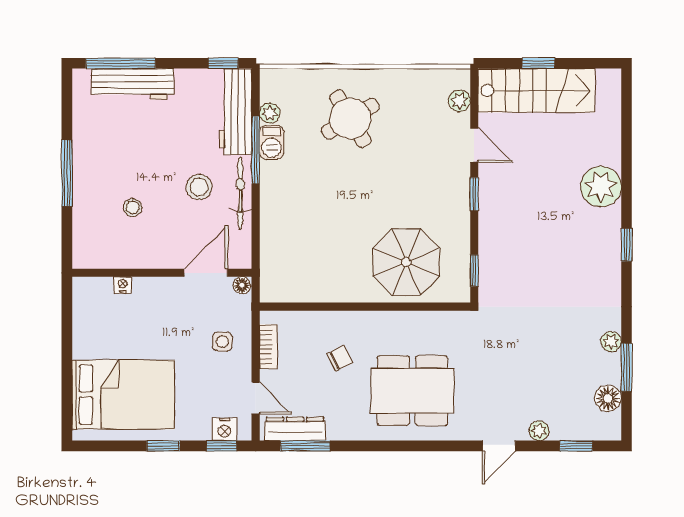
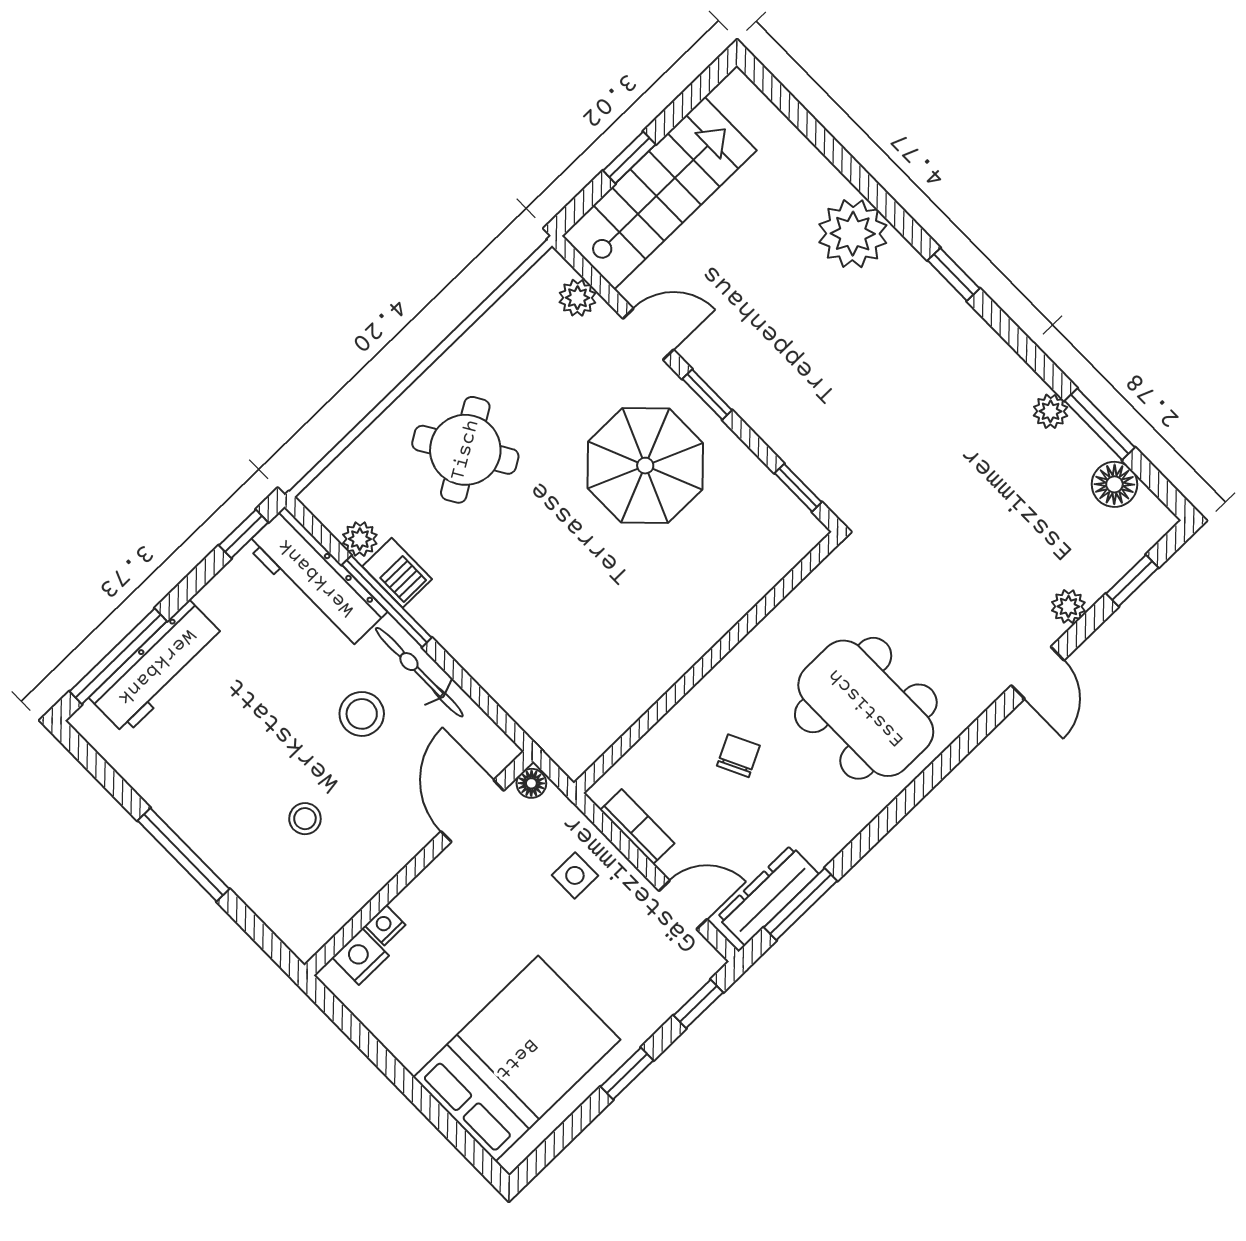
parasol: (406, 262) -> (645, 466), moved
dining table: (412, 391) -> (866, 708), turned 90
nightstand: (224, 429) -> (361, 957), moved, turned 180

